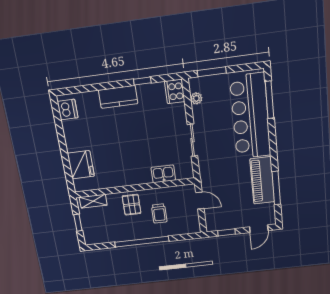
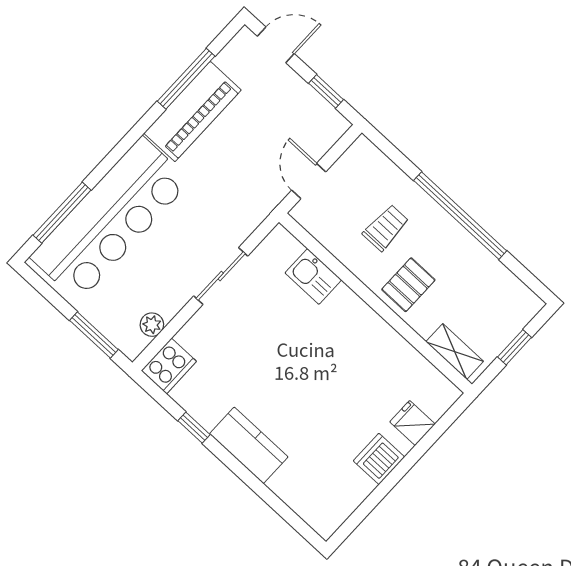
dishwasher: (68, 110) -> (379, 459), moved
fridge: (81, 165) -> (412, 423), width x0.53, depth x0.75

